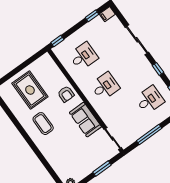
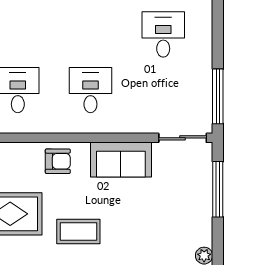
window: (149, 135) -> (218, 96), moved
window: (102, 168) -> (218, 189), width x1.44

